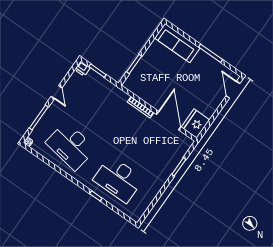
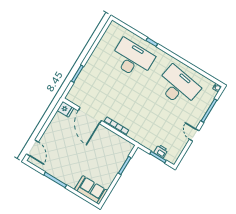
sofa: (177, 43) -> (91, 190), width x0.73
printer: (82, 69) -> (161, 151), moved
fridge: (195, 124) -> (65, 109), width x0.53, depth x0.75

